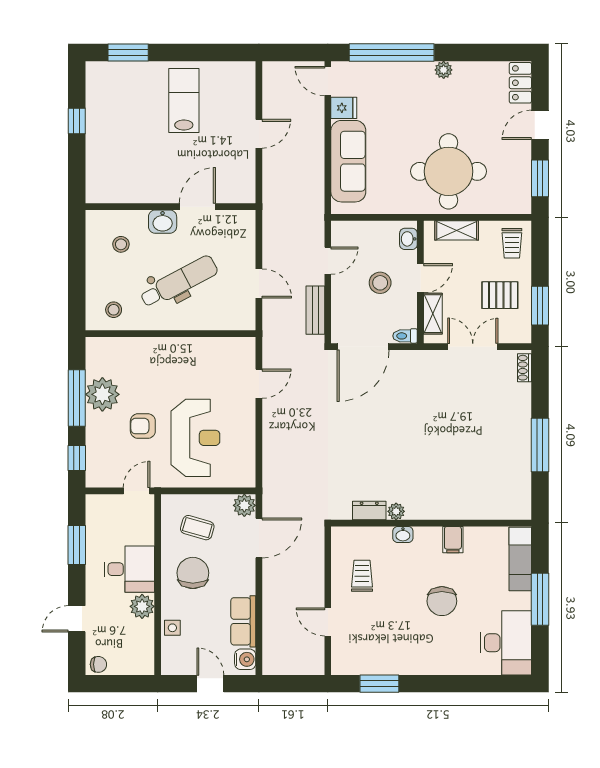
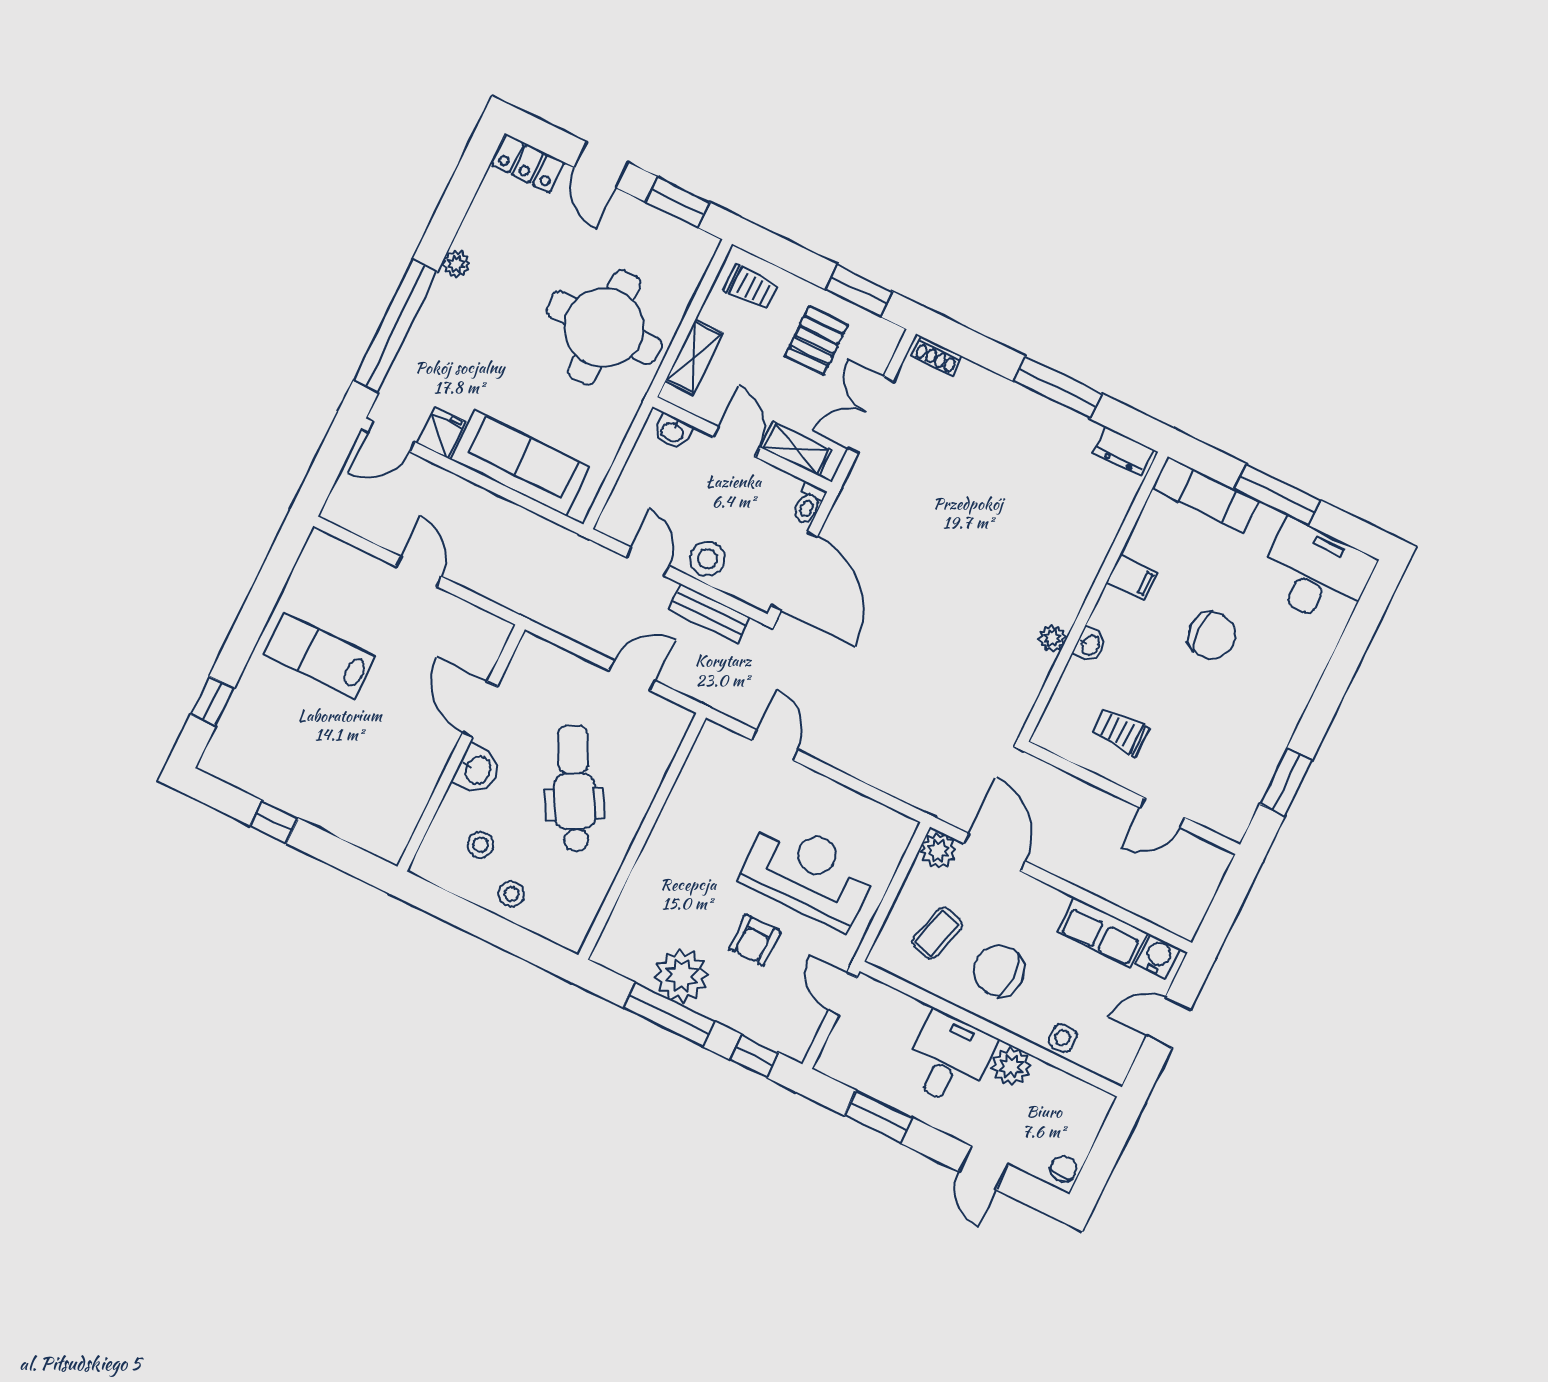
window: (128, 53) -> (212, 701), width x0.67
stool: (380, 283) -> (707, 559), moved
stool: (114, 310) -> (511, 894), moved
dresser: (369, 511) -> (1123, 451), moved, turned -90

